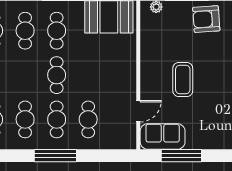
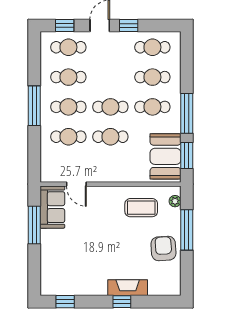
cafe table: (88, 75) -> (110, 137), added
coffee table: (183, 80) -> (141, 208), moved

